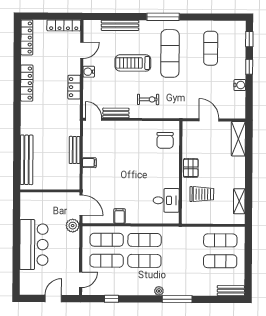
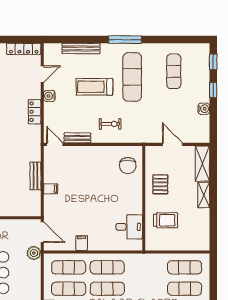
pallet: (191, 168) -> (160, 184), moved
shelving: (239, 201) -> (204, 195), moved

